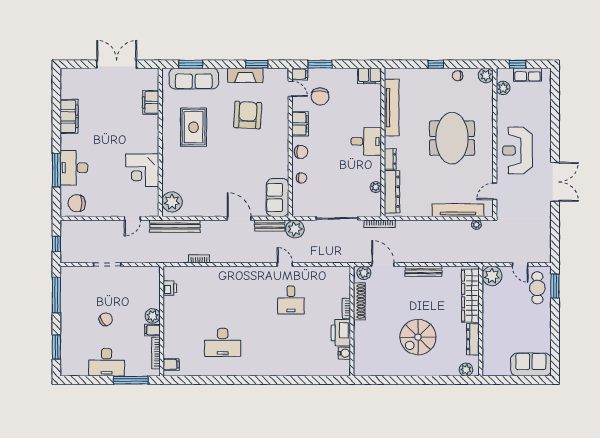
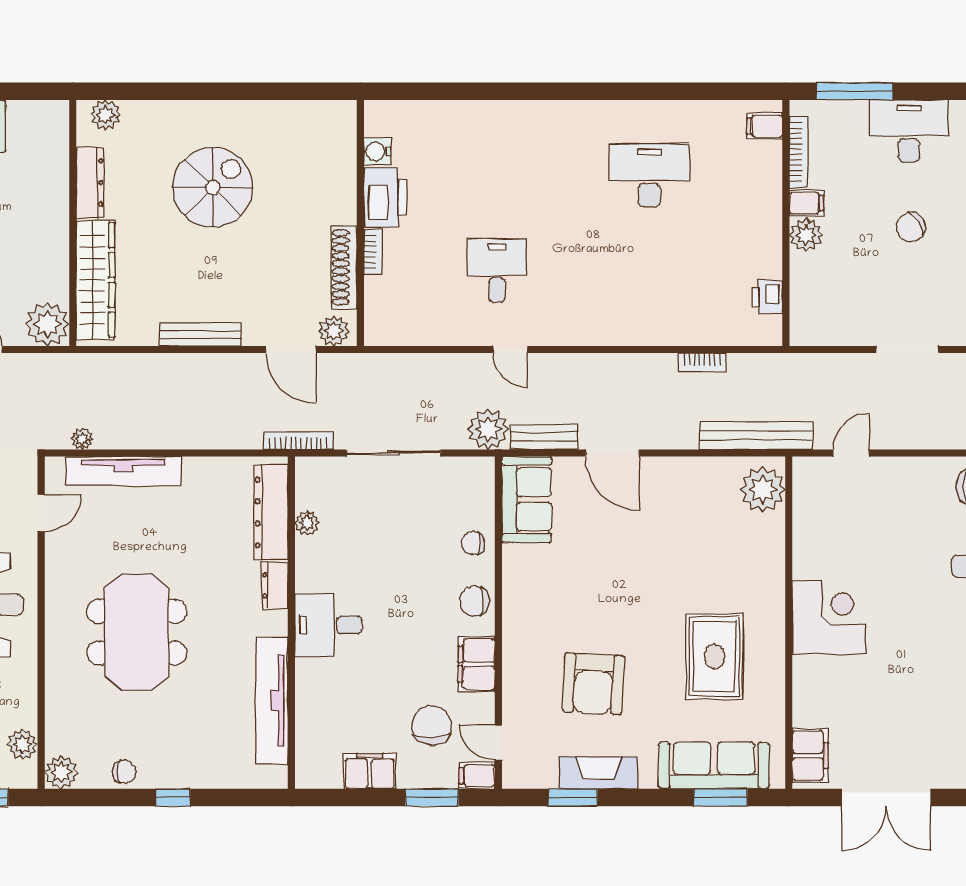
filing cabinet: (369, 76) -> (370, 771), moved
filing cabinet: (151, 102) -> (810, 756), moved
corner desk: (142, 170) -> (829, 617), moved

